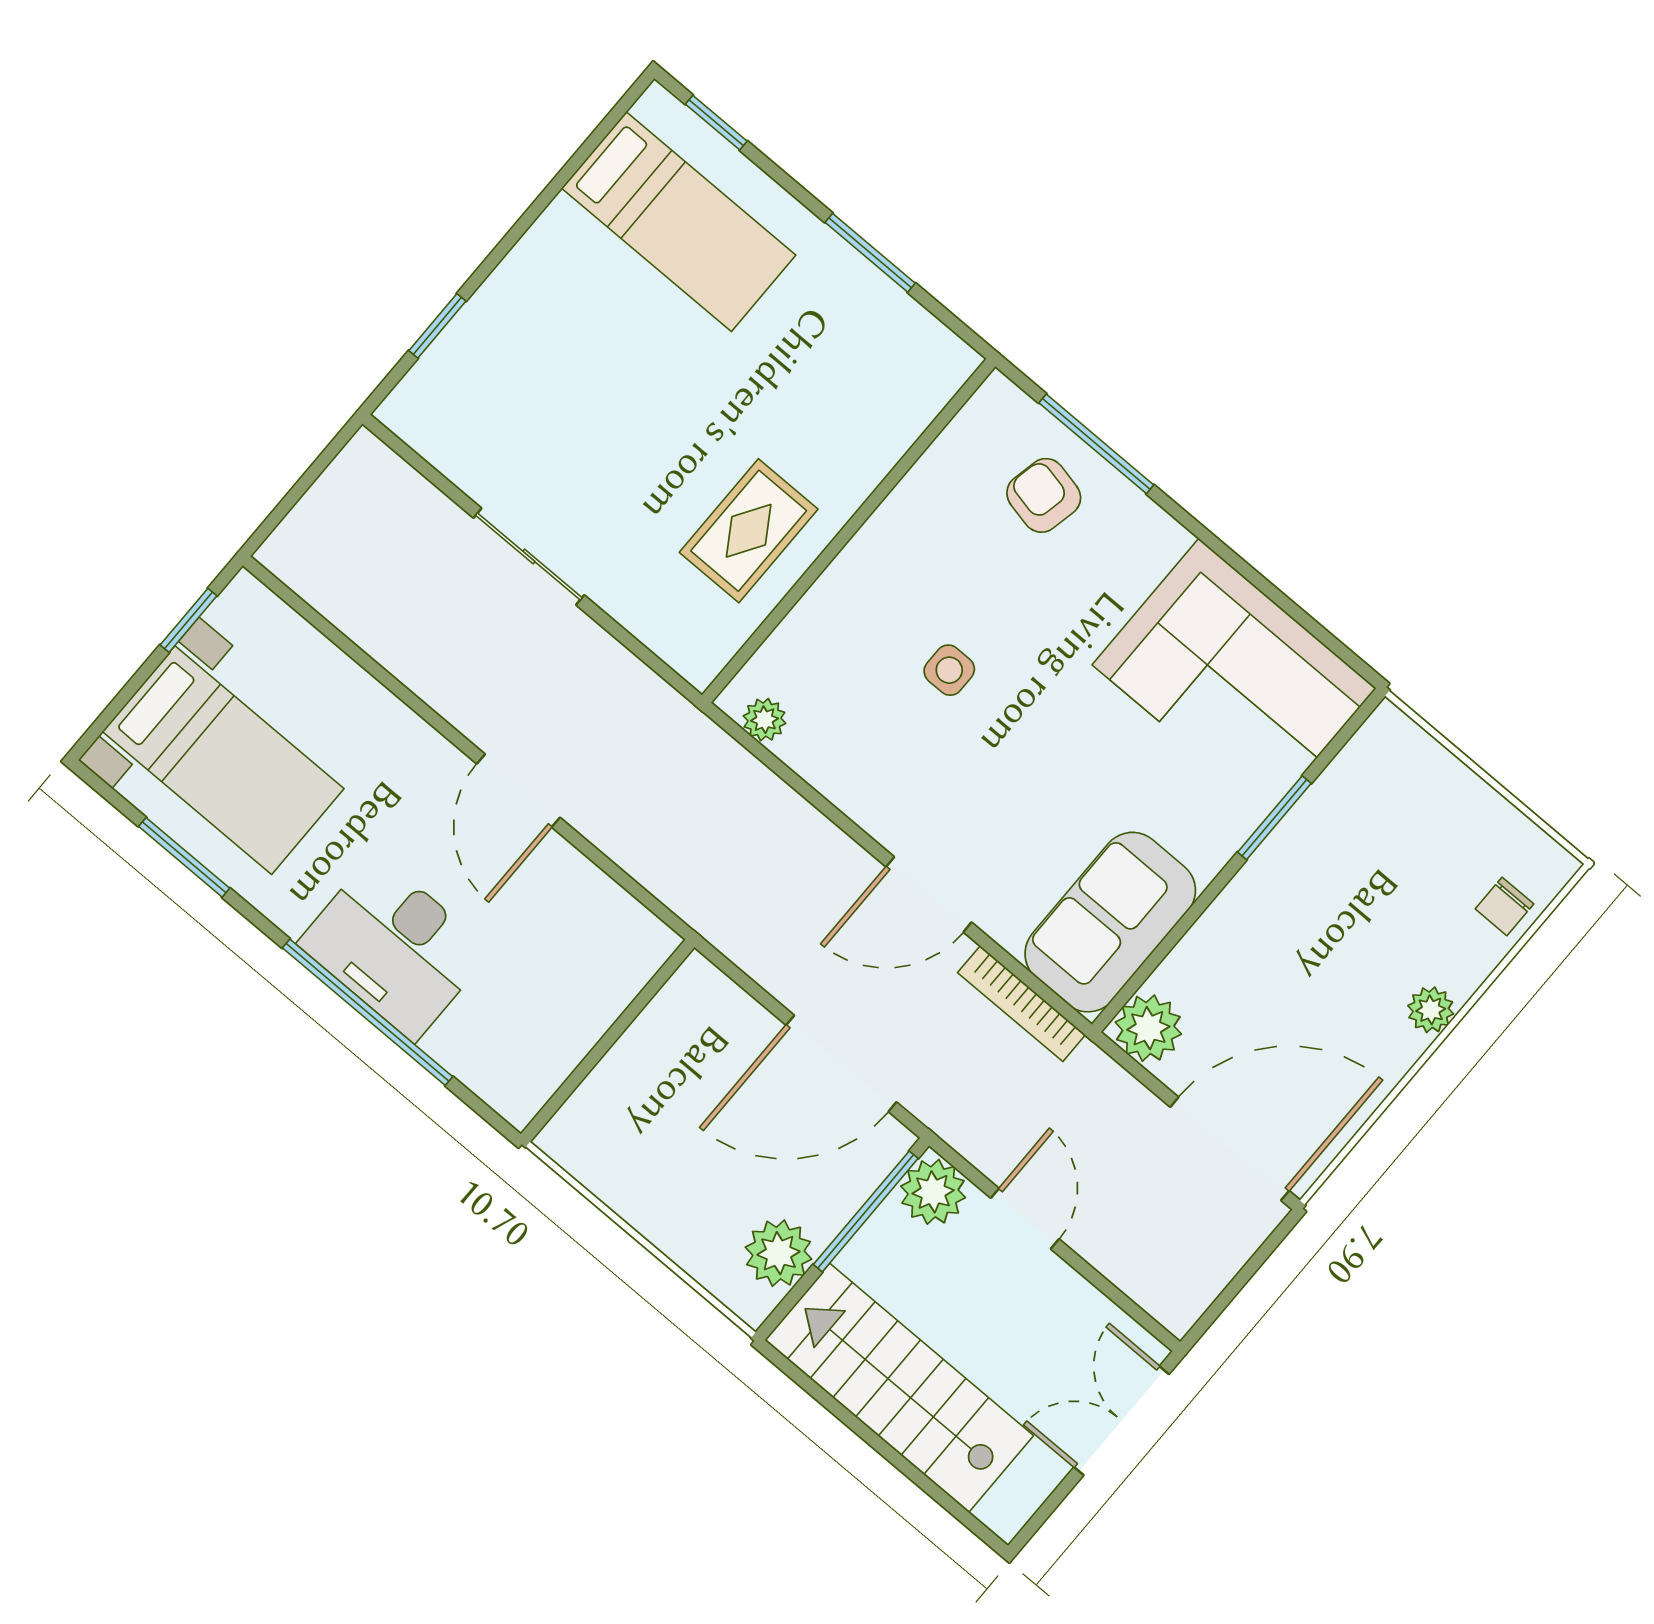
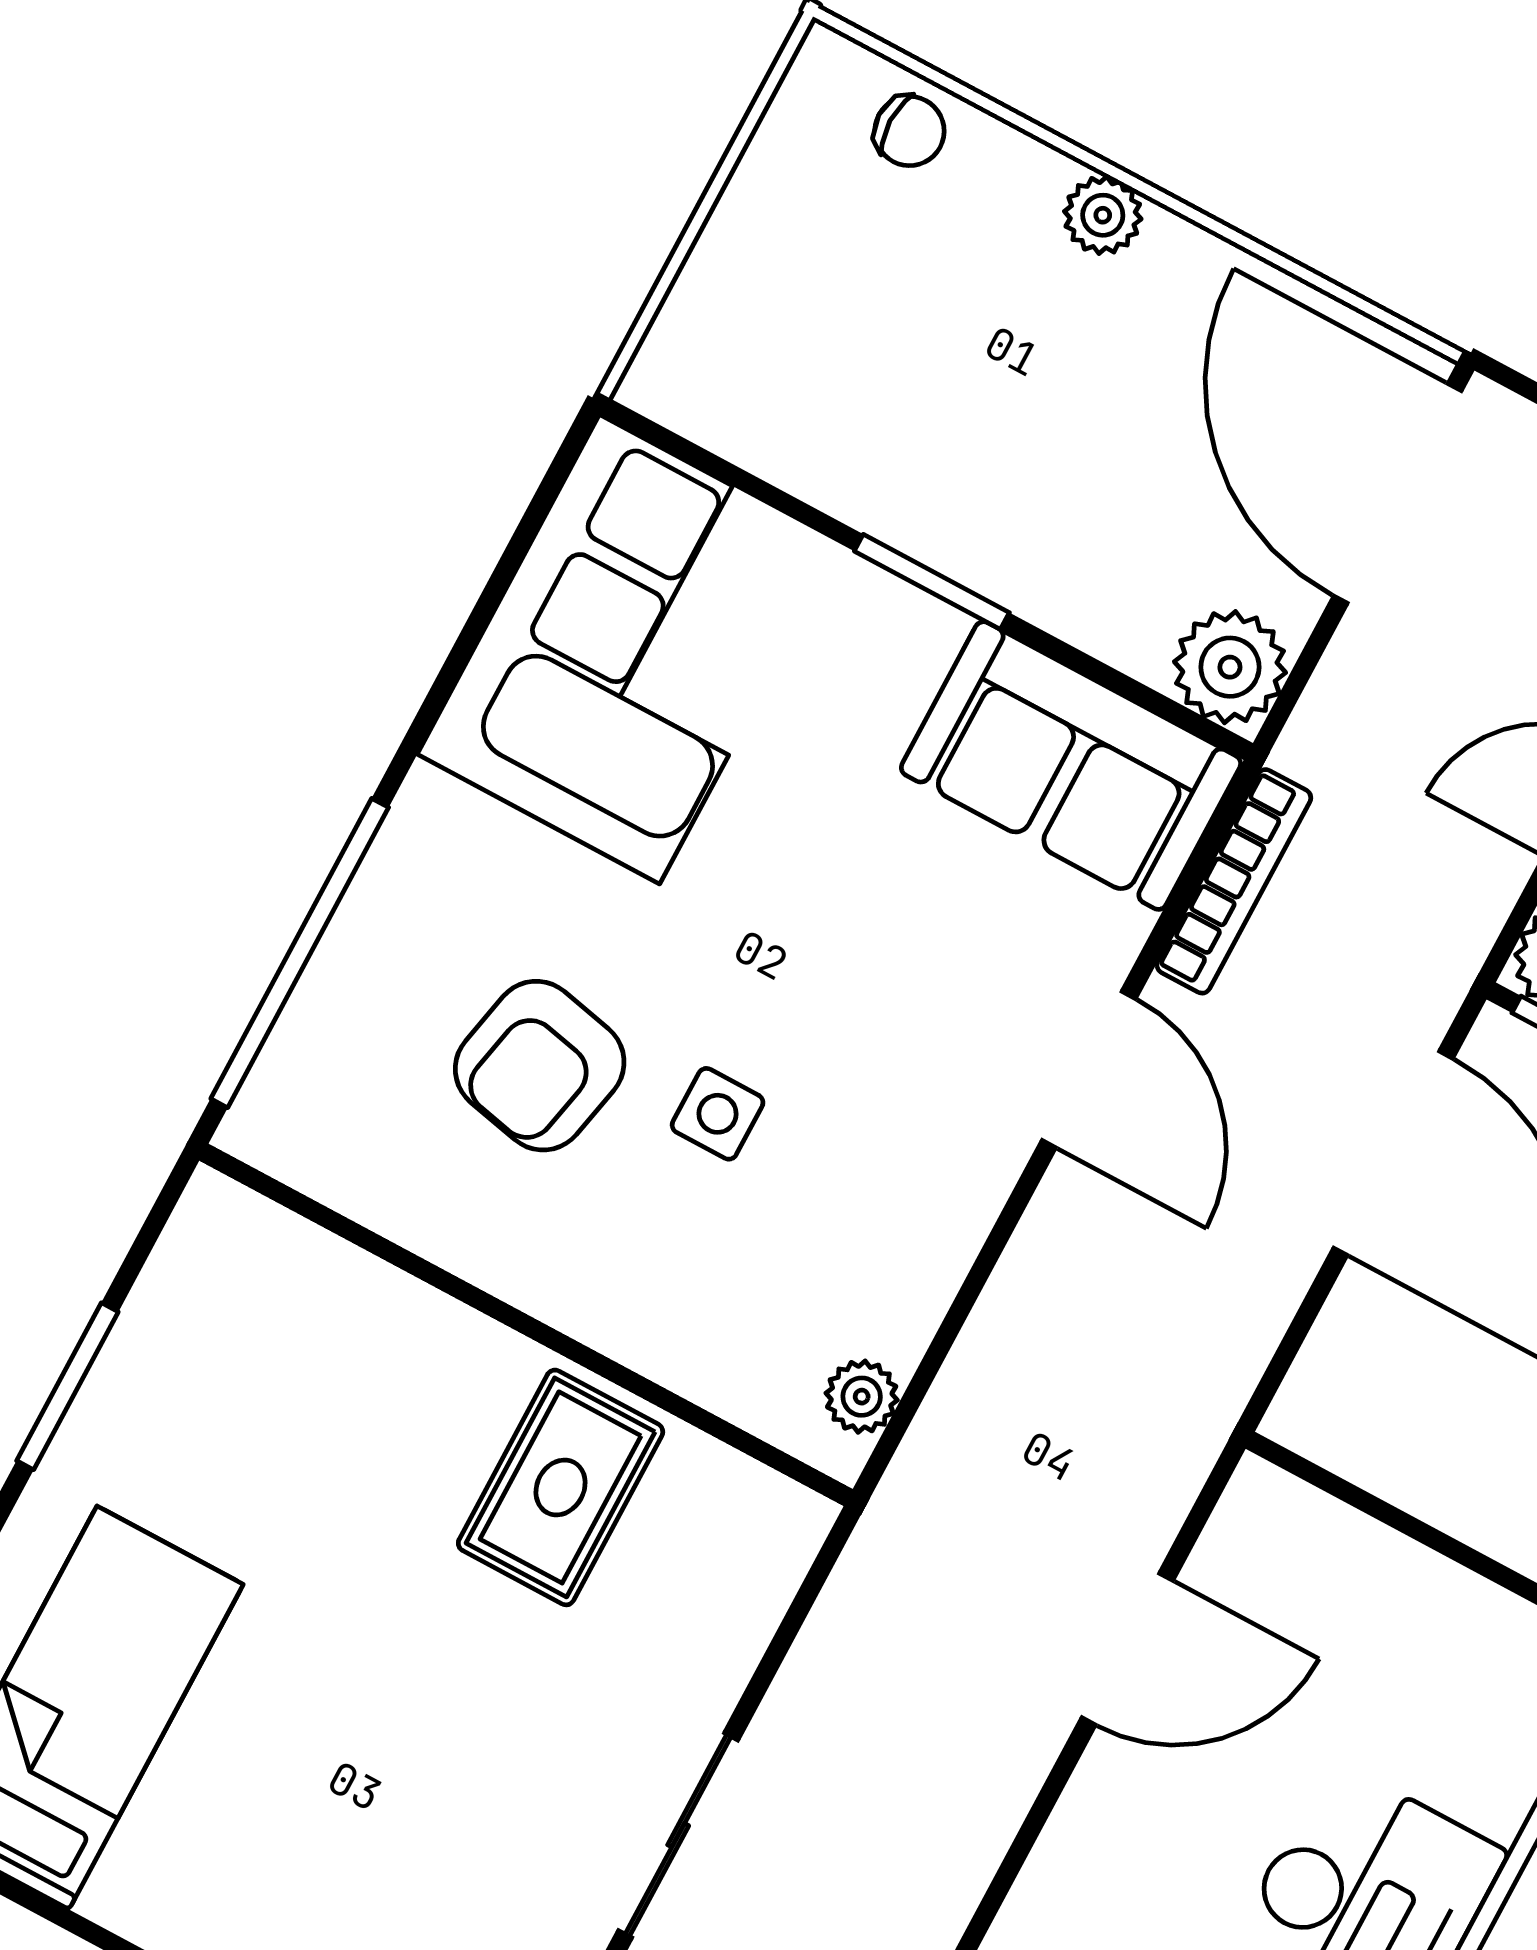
window: (1096, 444) -> (300, 953), width x1.46
armchair: (1044, 495) -> (540, 1066), moved, width x1.38, depth x1.38
rug: (749, 531) -> (561, 1487), turned 90
door: (518, 791) -> (1127, 1649), moved
window: (1274, 818) -> (932, 582), moved

